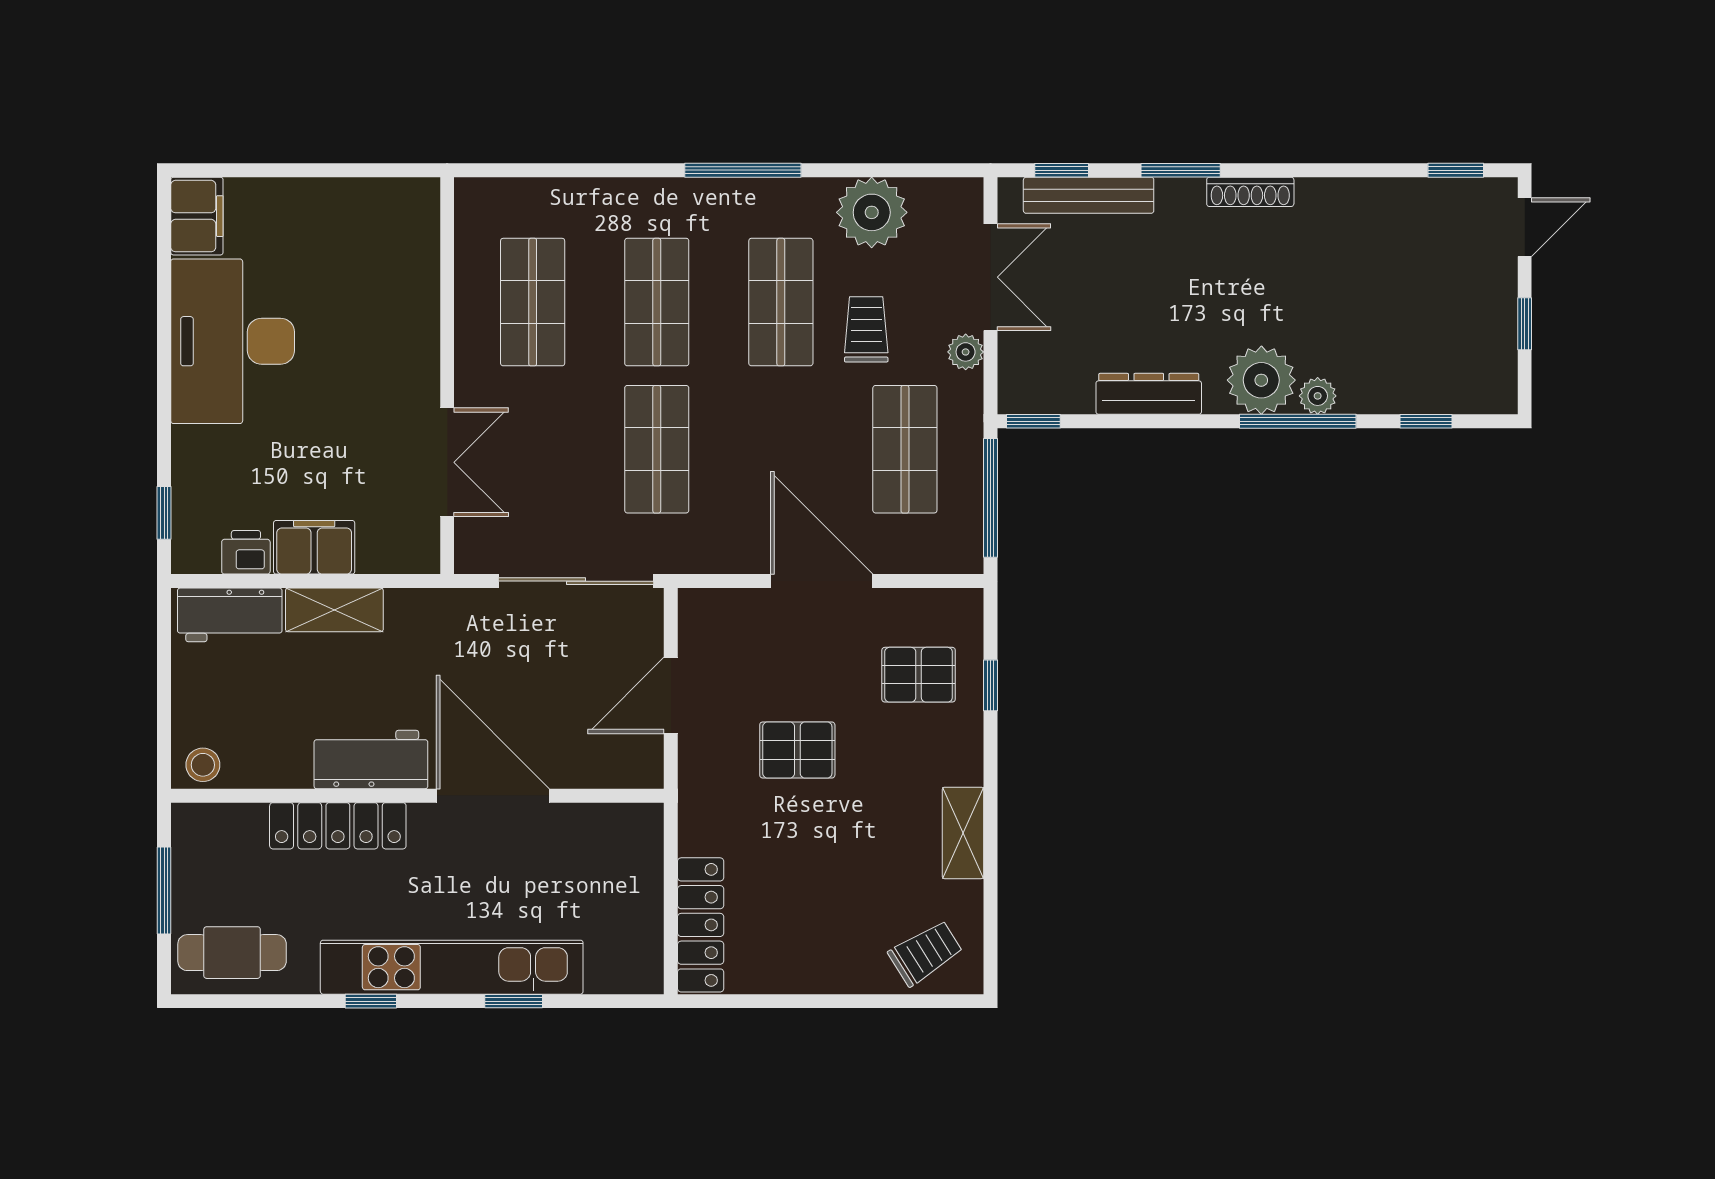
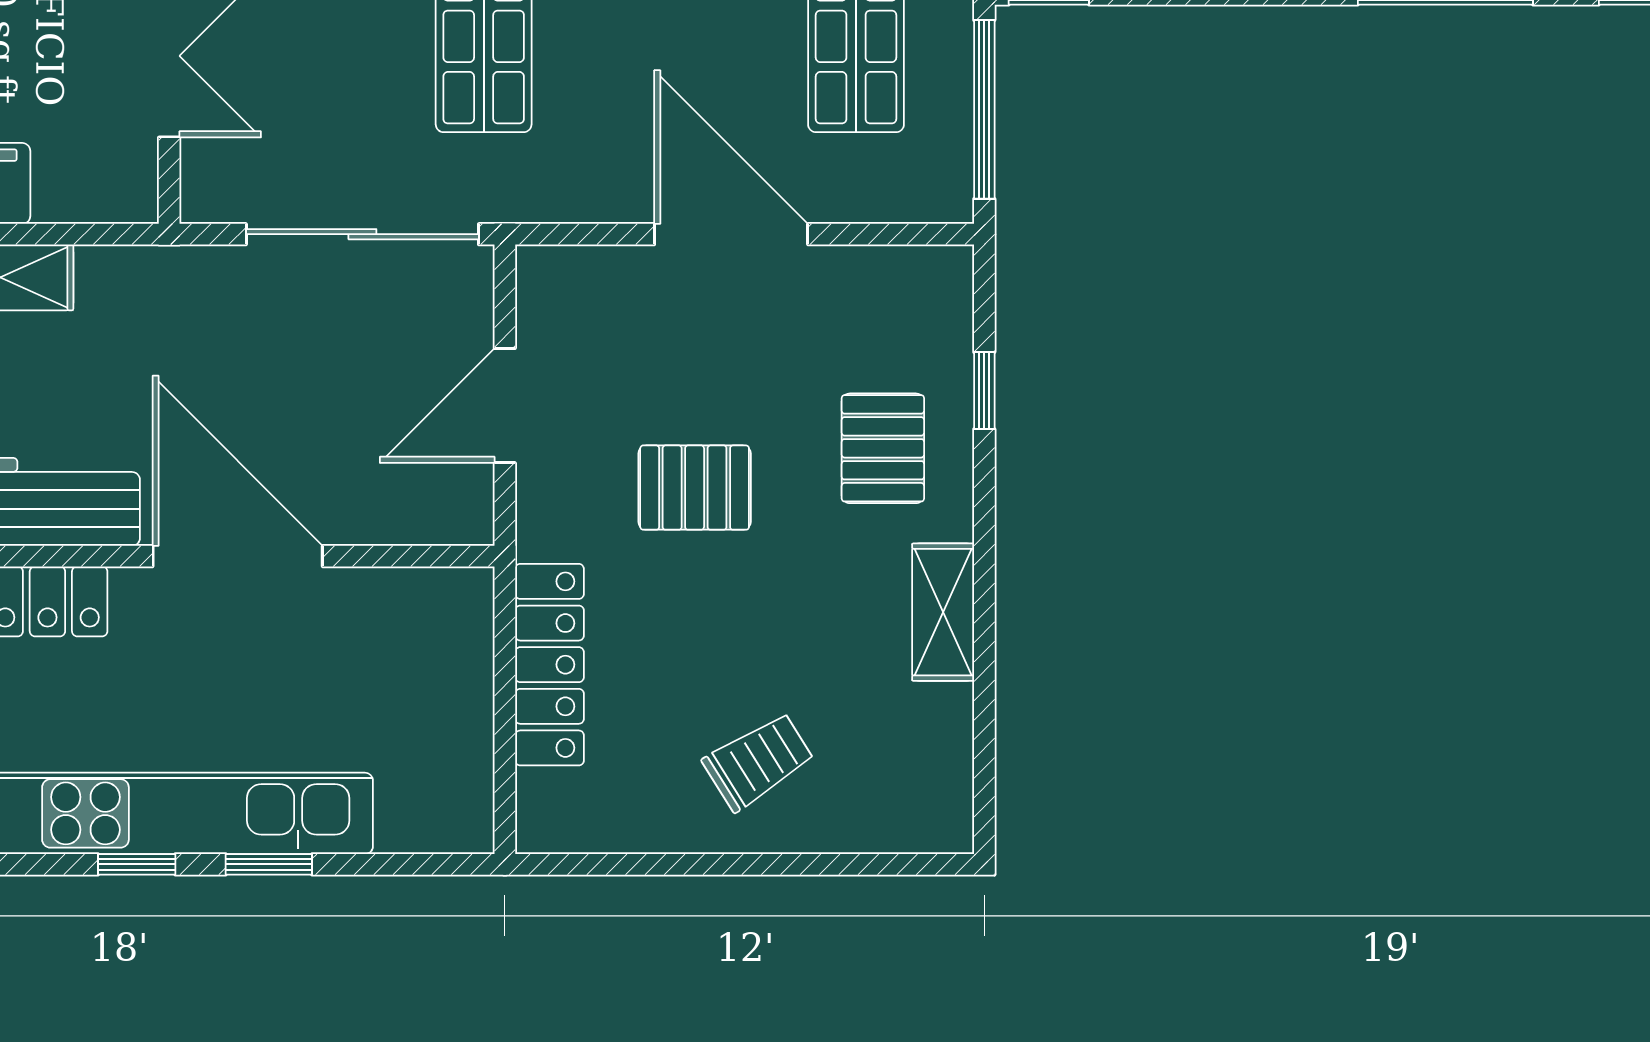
pallet: (919, 675) -> (883, 448), moved, turned 90
locker: (701, 925) -> (550, 665), moved
trolley: (925, 953) -> (758, 761), moved
window: (371, 1001) -> (137, 864), moved

